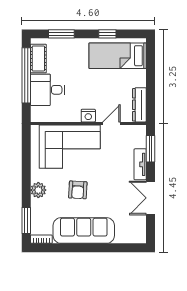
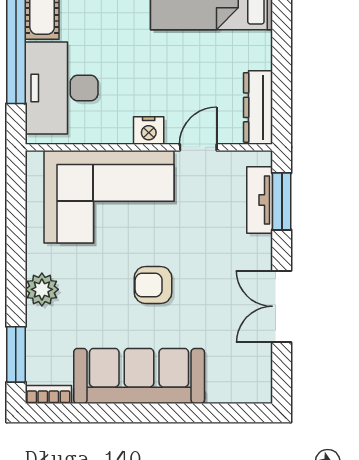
desk: (47, 90) -> (62, 88), width x1.37
tv unit: (140, 164) -> (260, 200), moved
armchair: (78, 190) -> (153, 285), moved, turned 87

